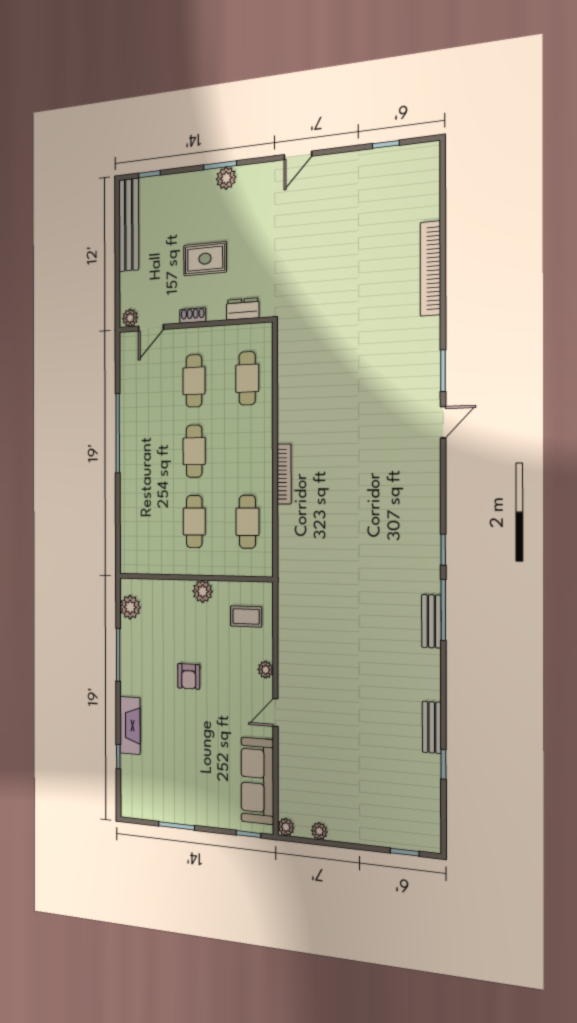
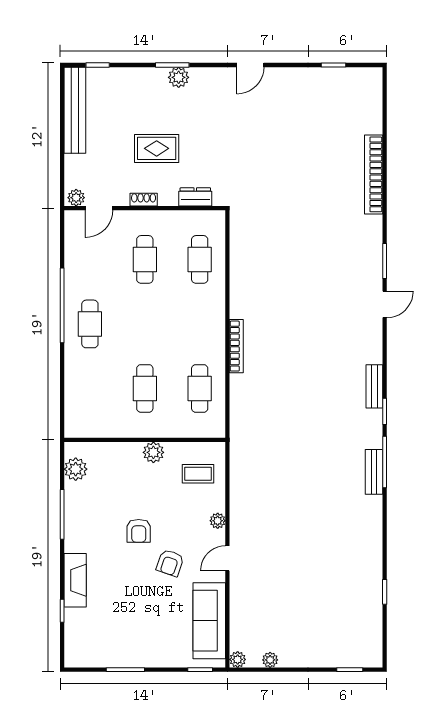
cafe table: (194, 451) -> (90, 324), moved
armchair: (219, 713) -> (170, 563), added
bench: (432, 727) -> (374, 386), moved

